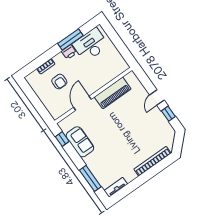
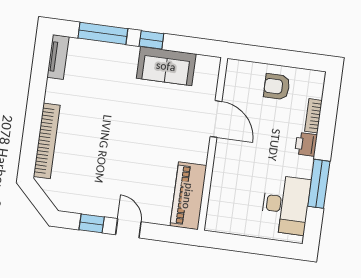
printer: (69, 52) -> (306, 144), moved
armchair: (59, 82) -> (277, 87), moved
piano: (113, 93) -> (188, 196), moved
window: (62, 139) -> (151, 40), moved

